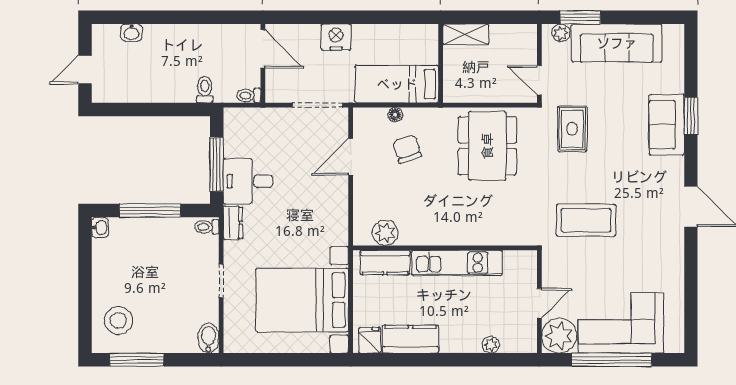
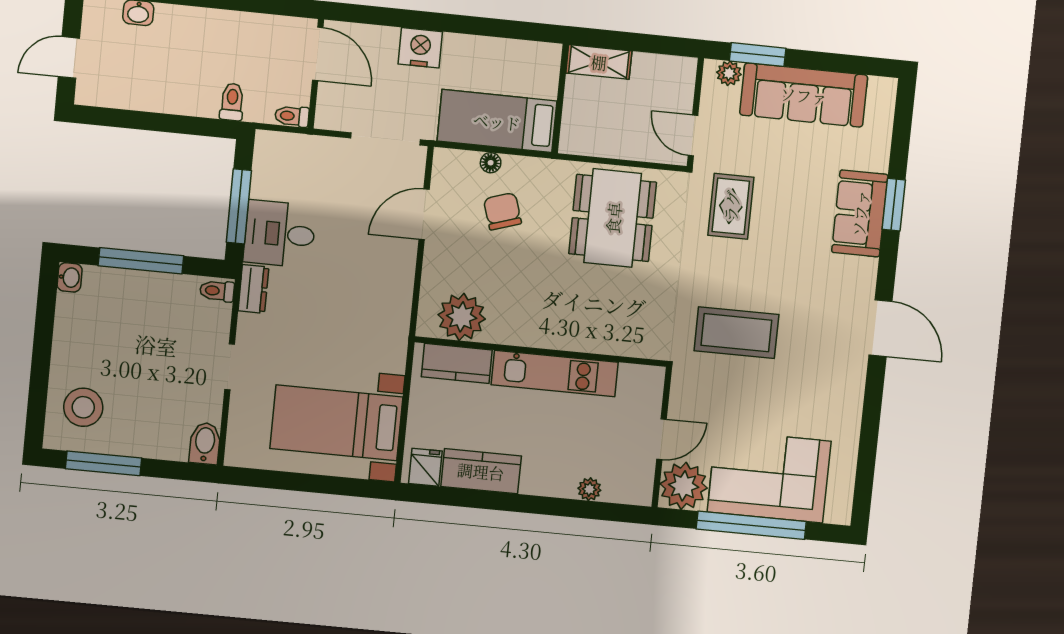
plant: (385, 233) -> (462, 317), width x1.36, depth x1.36
bed with nightstands: (302, 300) -> (336, 423), width x0.73

